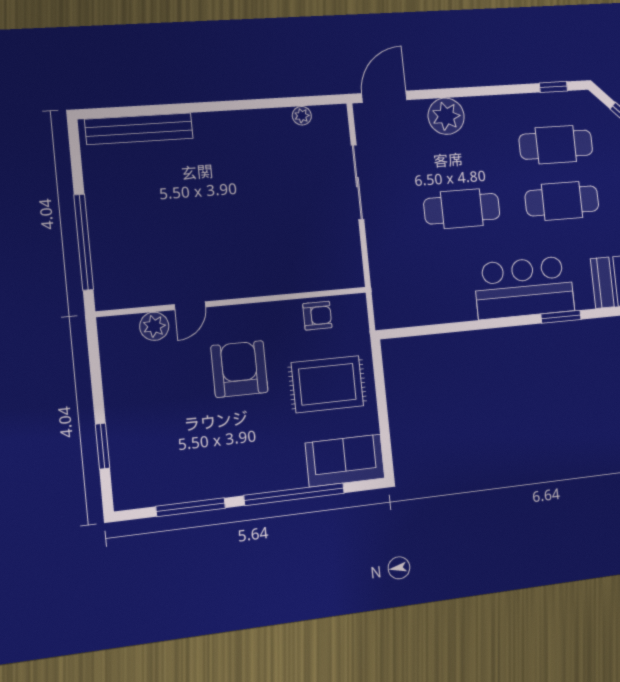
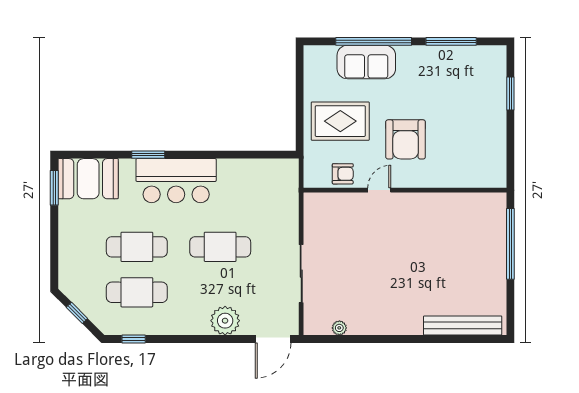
door: (190, 306) -> (379, 190), moved
armchair: (317, 316) -> (343, 174), turned 180
plant: (154, 326) -> (465, 177), removed
sofa: (345, 461) -> (366, 62), moved

